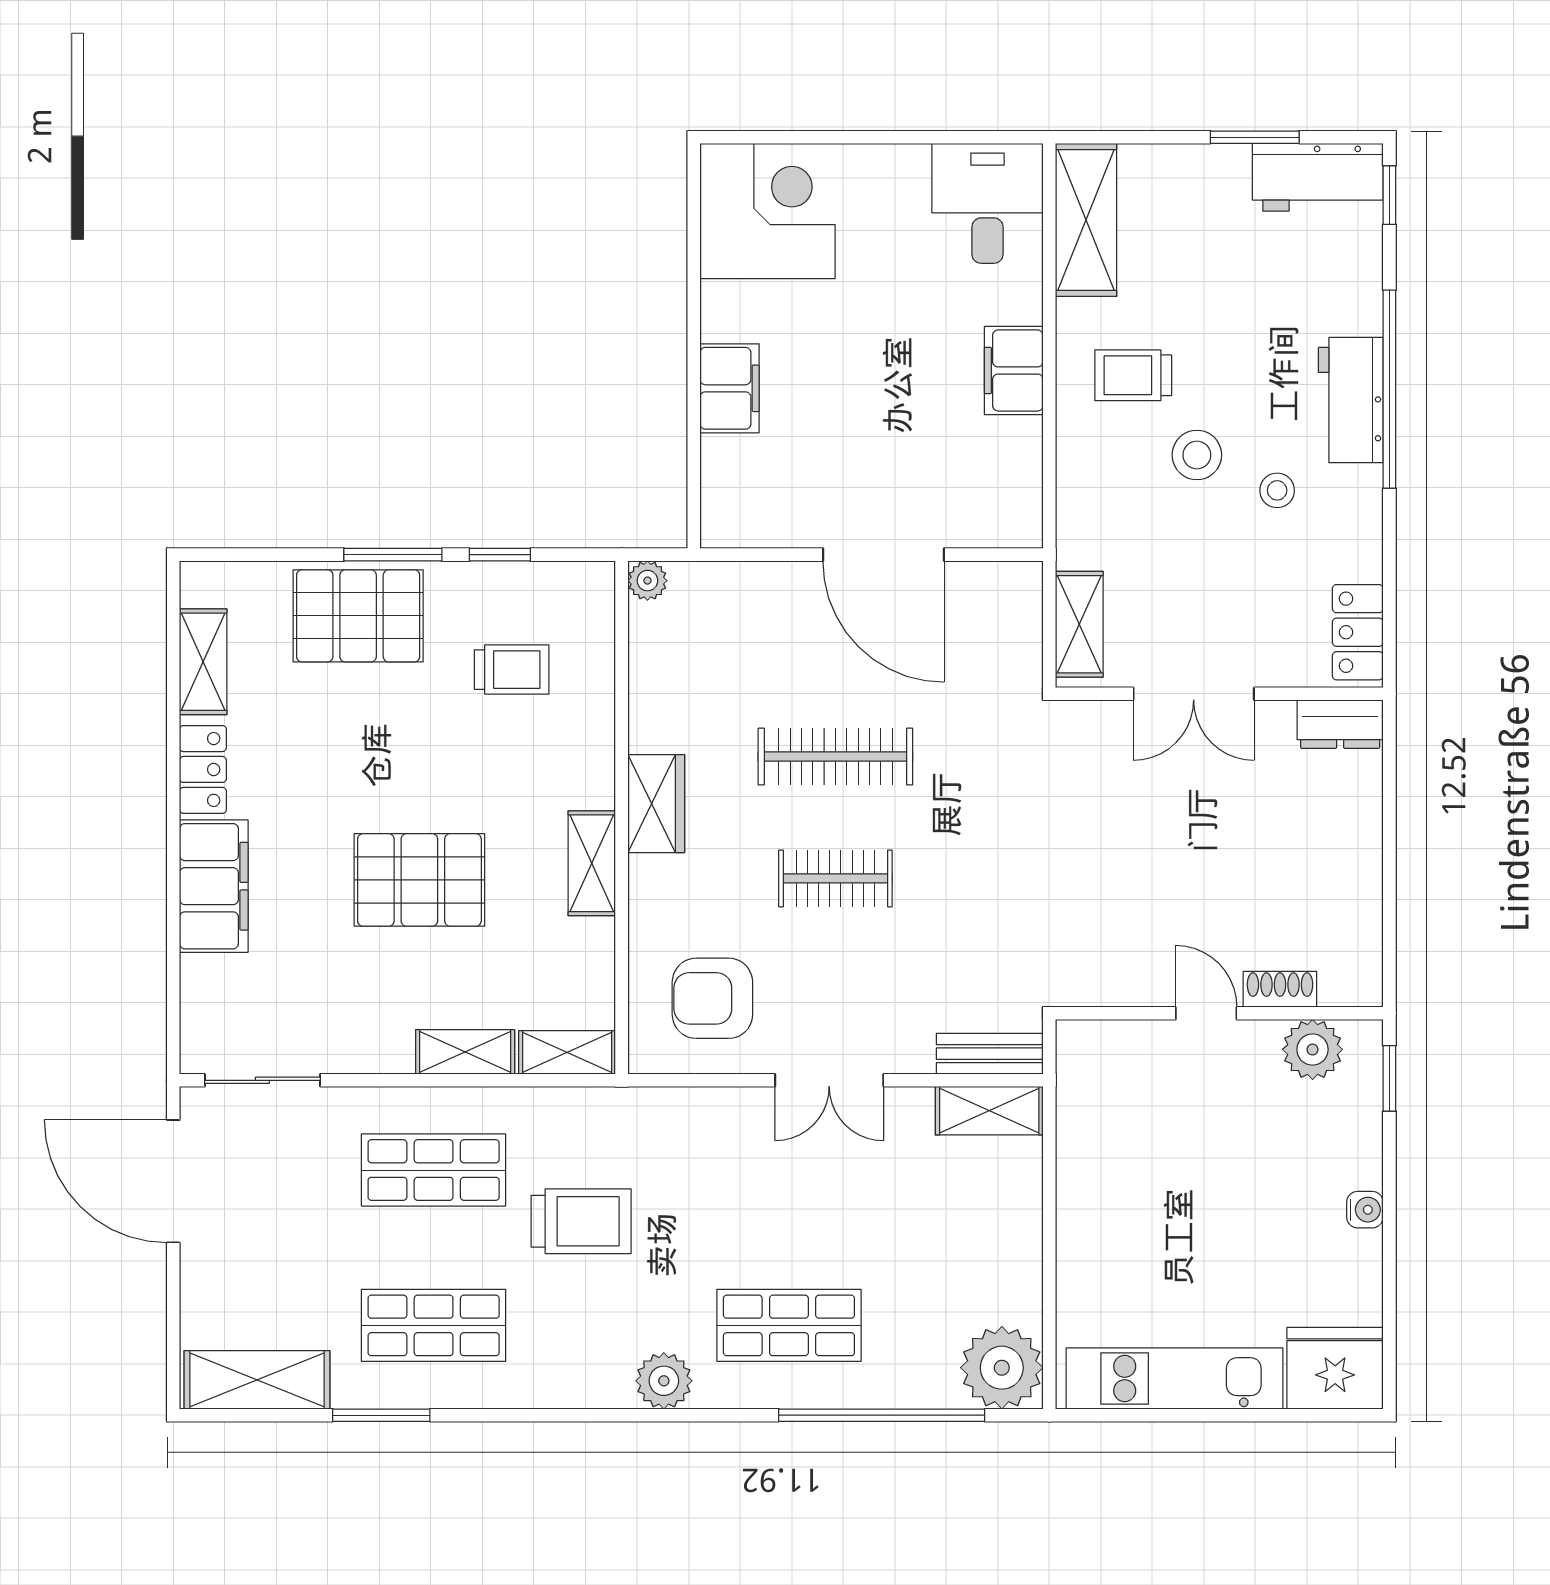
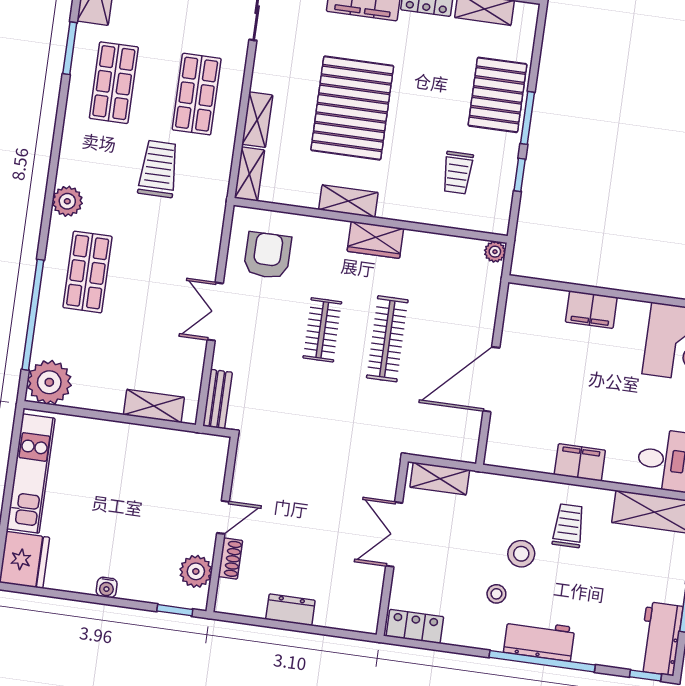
dresser: (1340, 724) -> (290, 610), moved, turned 90
pallet: (419, 880) -> (352, 108), width x1.37, depth x1.41
shelving: (989, 1111) -> (154, 406), moved, turned 90
trolley: (581, 1221) -> (158, 169), turned 180

